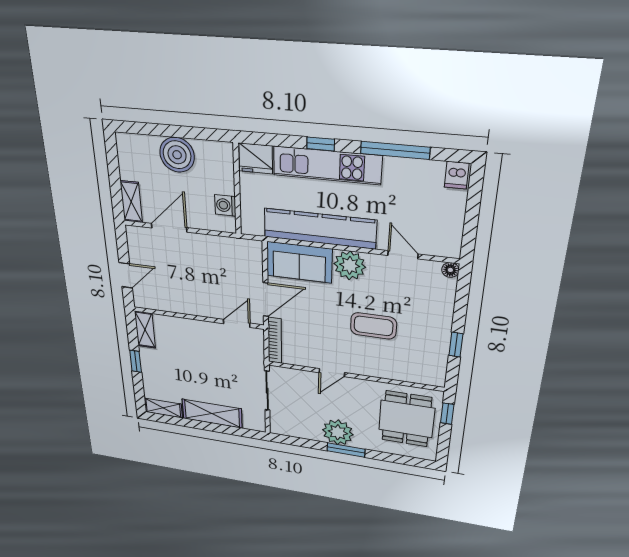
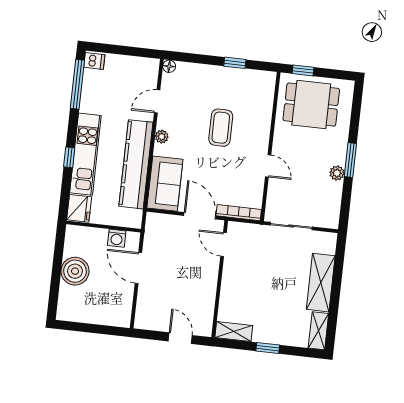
window: (395, 150) -> (77, 84), moved
shelving: (131, 202) -> (113, 318), removed
door: (169, 228) -> (138, 268), moved
plant: (350, 265) -> (162, 137), width x0.53, depth x0.53
plant: (338, 432) -> (337, 173), width x0.53, depth x0.53

